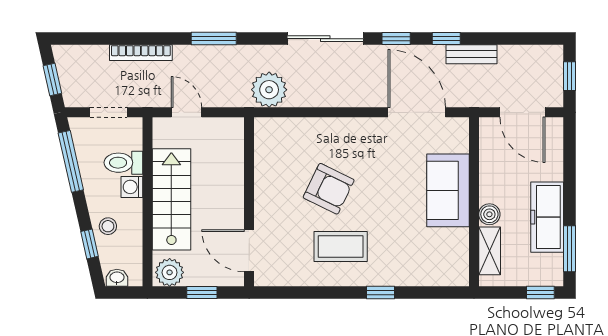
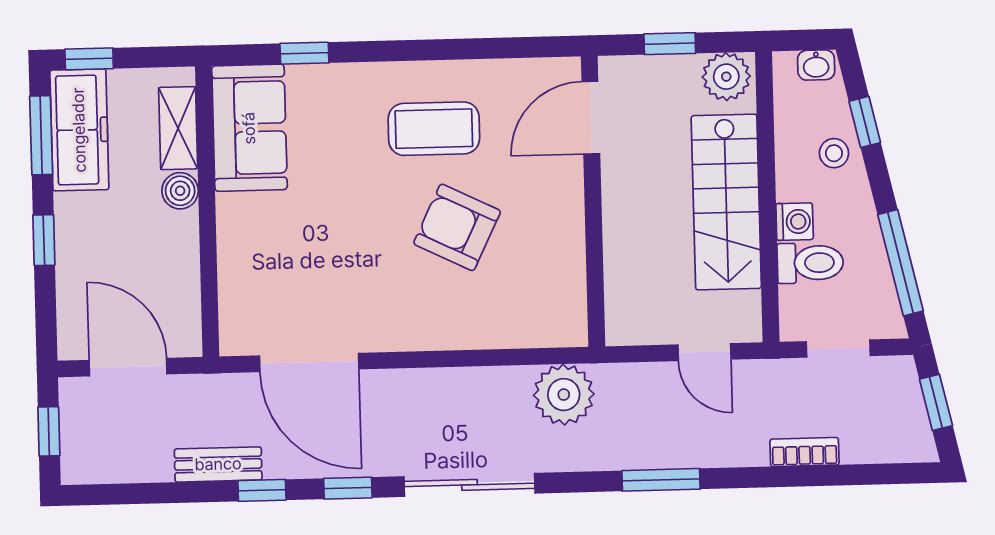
bookcase: (141, 53) -> (805, 452), width x0.64
window: (570, 188) -> (44, 240), added
sofa: (448, 190) -> (249, 128), moved
freezer: (547, 217) -> (79, 130), moved
door: (249, 251) -> (591, 118), swing flipped
window: (381, 293) -> (304, 53), moved

